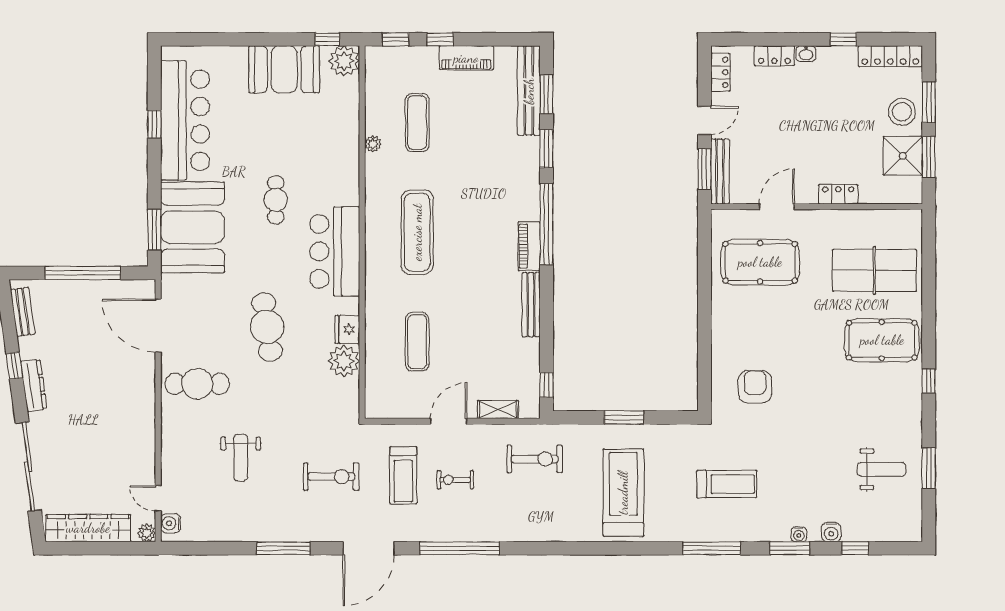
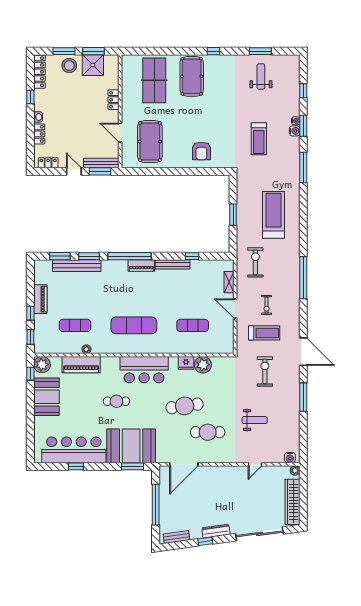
bench: (529, 91) -> (77, 266), moved
piano: (344, 134) -> (81, 365), added
cafe table: (197, 384) -> (208, 432), moved, turned 90
window: (546, 385) -> (192, 256), moved
armchair: (755, 387) -> (201, 151), moved, turned -90
treadmill: (727, 484) -> (259, 139), moved, turned 180
treadmill: (623, 493) -> (273, 215), turned 90
door: (158, 498) -> (255, 464), moved
water cooler: (831, 532) -> (295, 131), moved
window: (460, 548) -> (303, 278), moved

